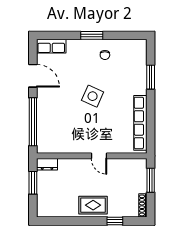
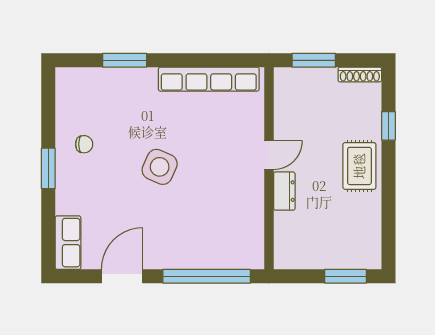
dresser: (47, 164) -> (284, 191), moved
window: (33, 183) -> (345, 276), moved

